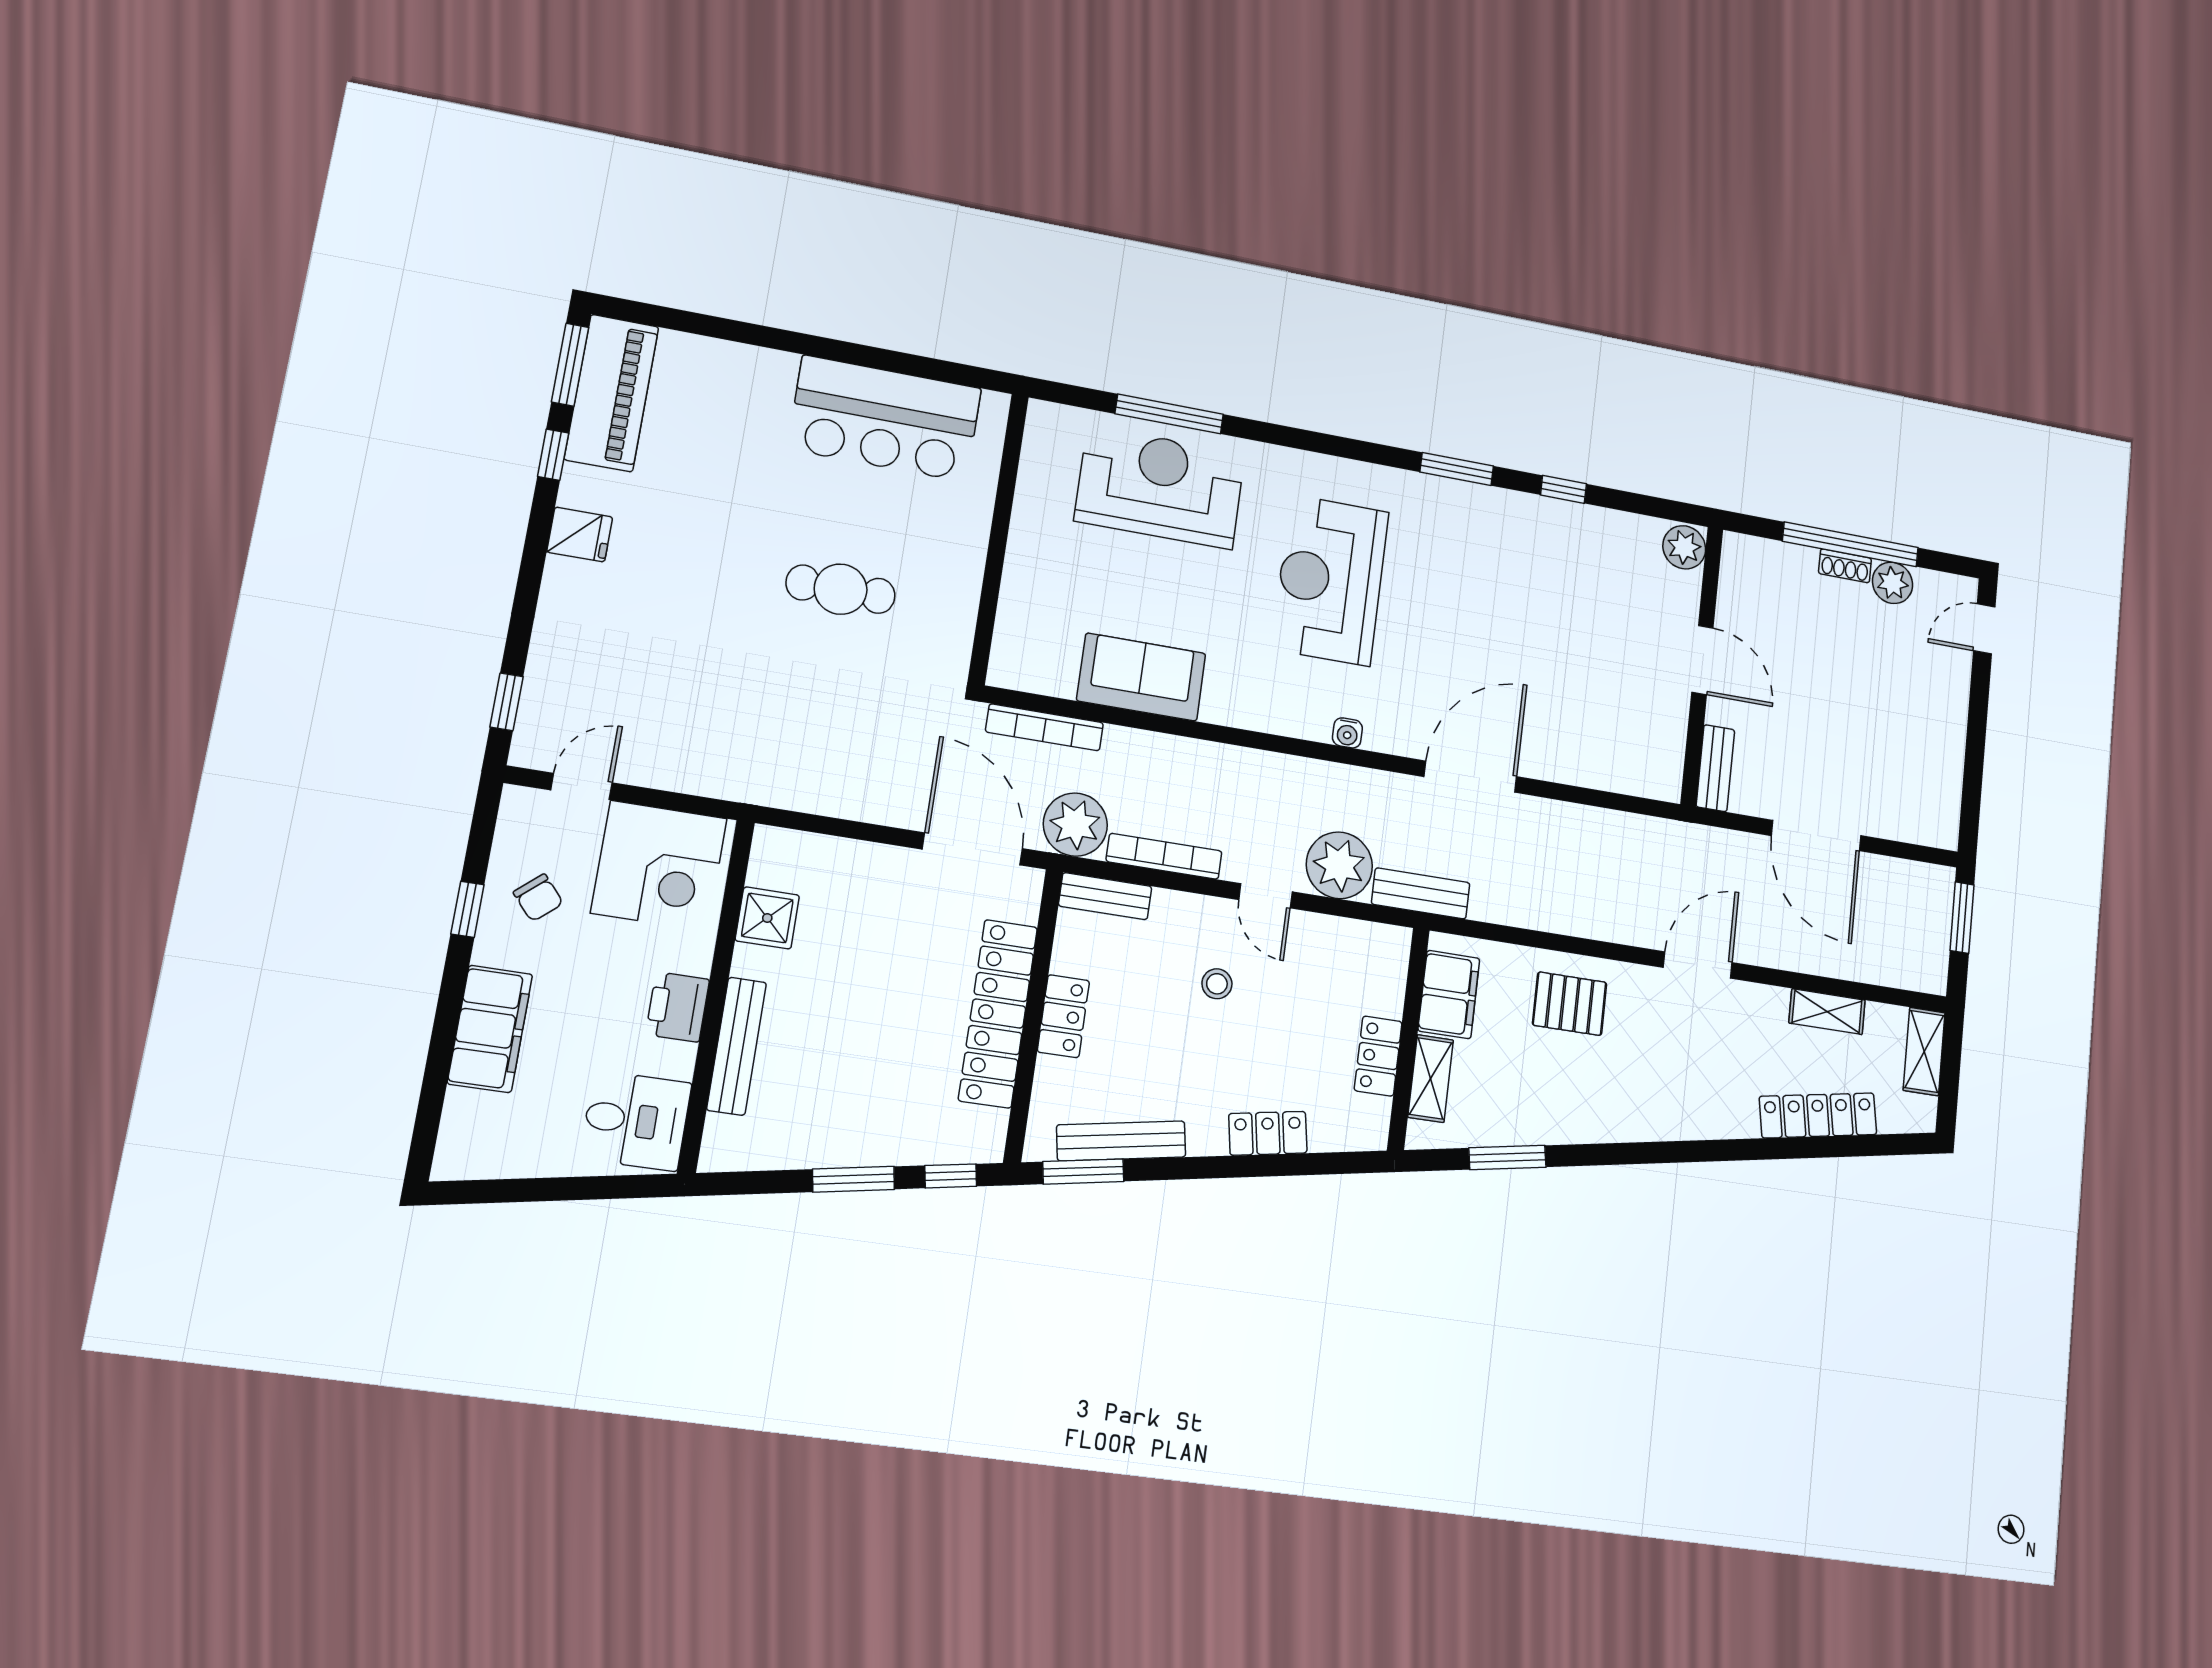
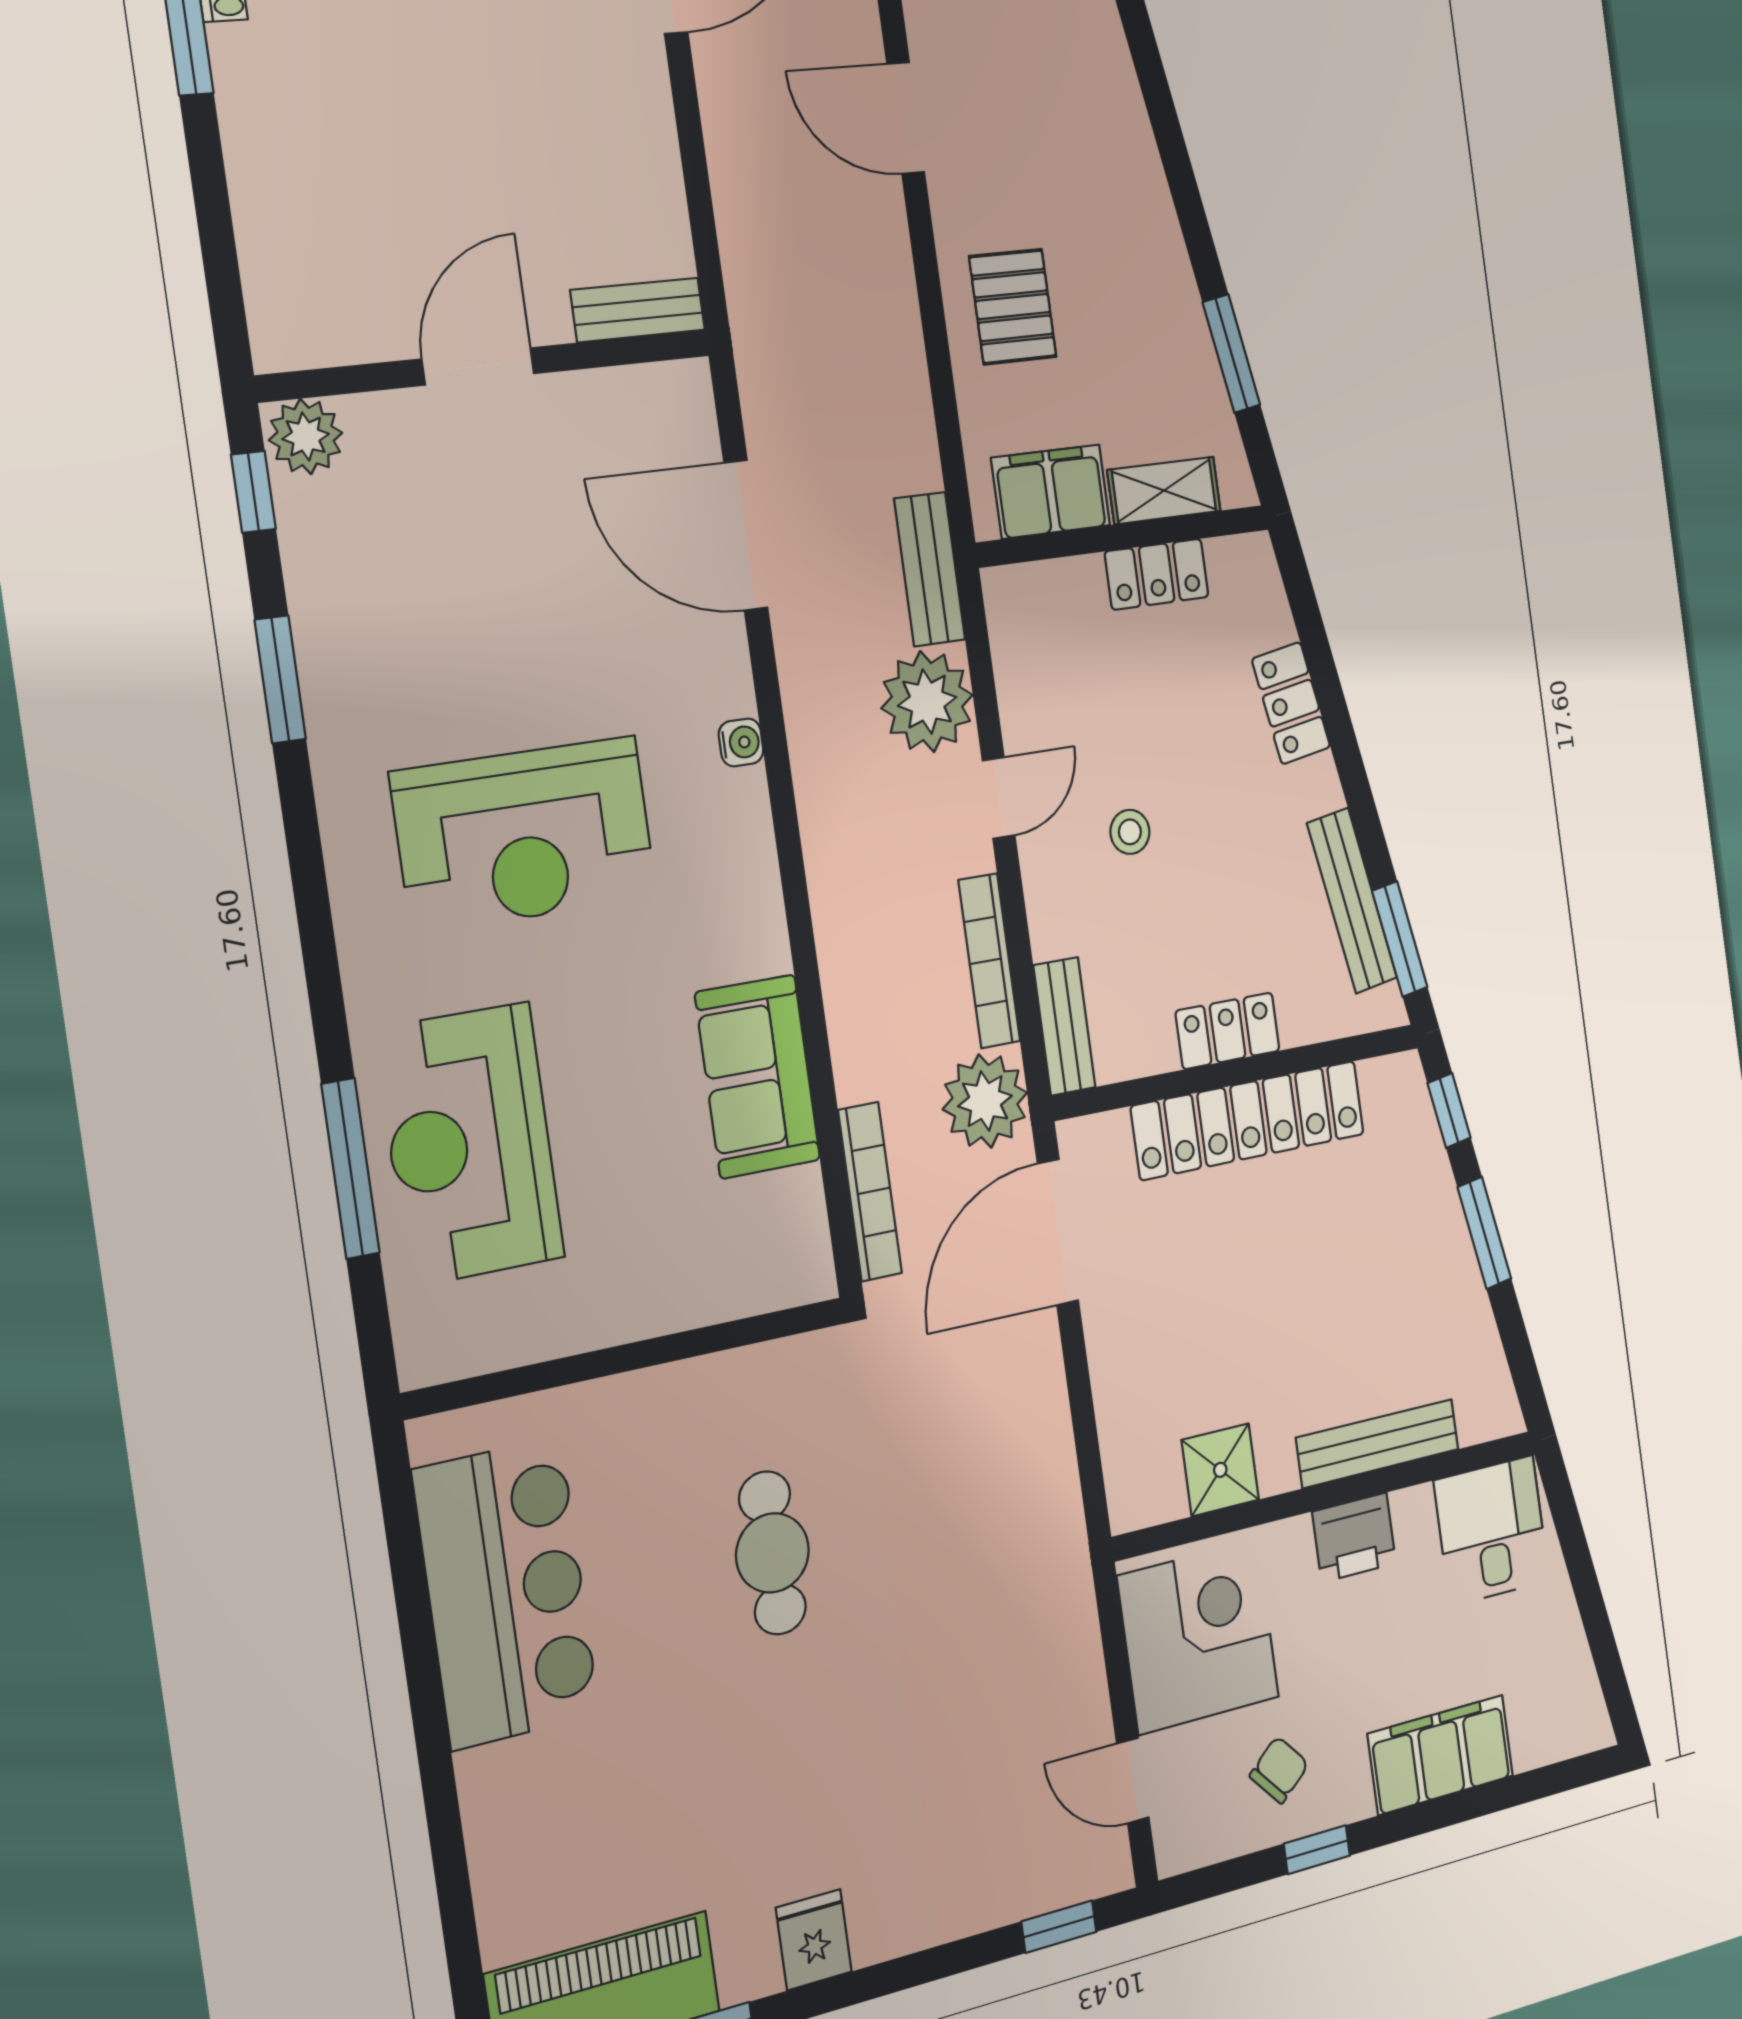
plant: (1684, 547) -> (306, 436), moved
door: (1702, 660) -> (478, 366), moved
wall: (1702, 666) -> (487, 365), moved
bench: (1715, 768) -> (638, 310), moved

